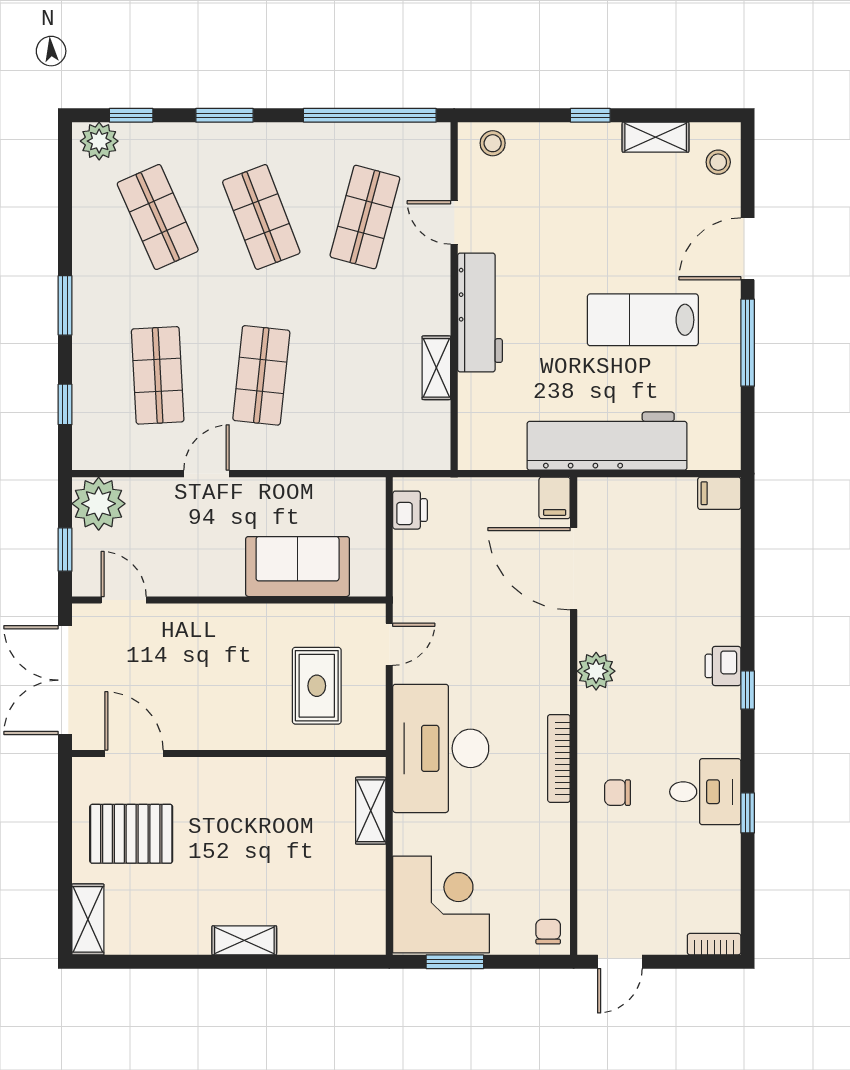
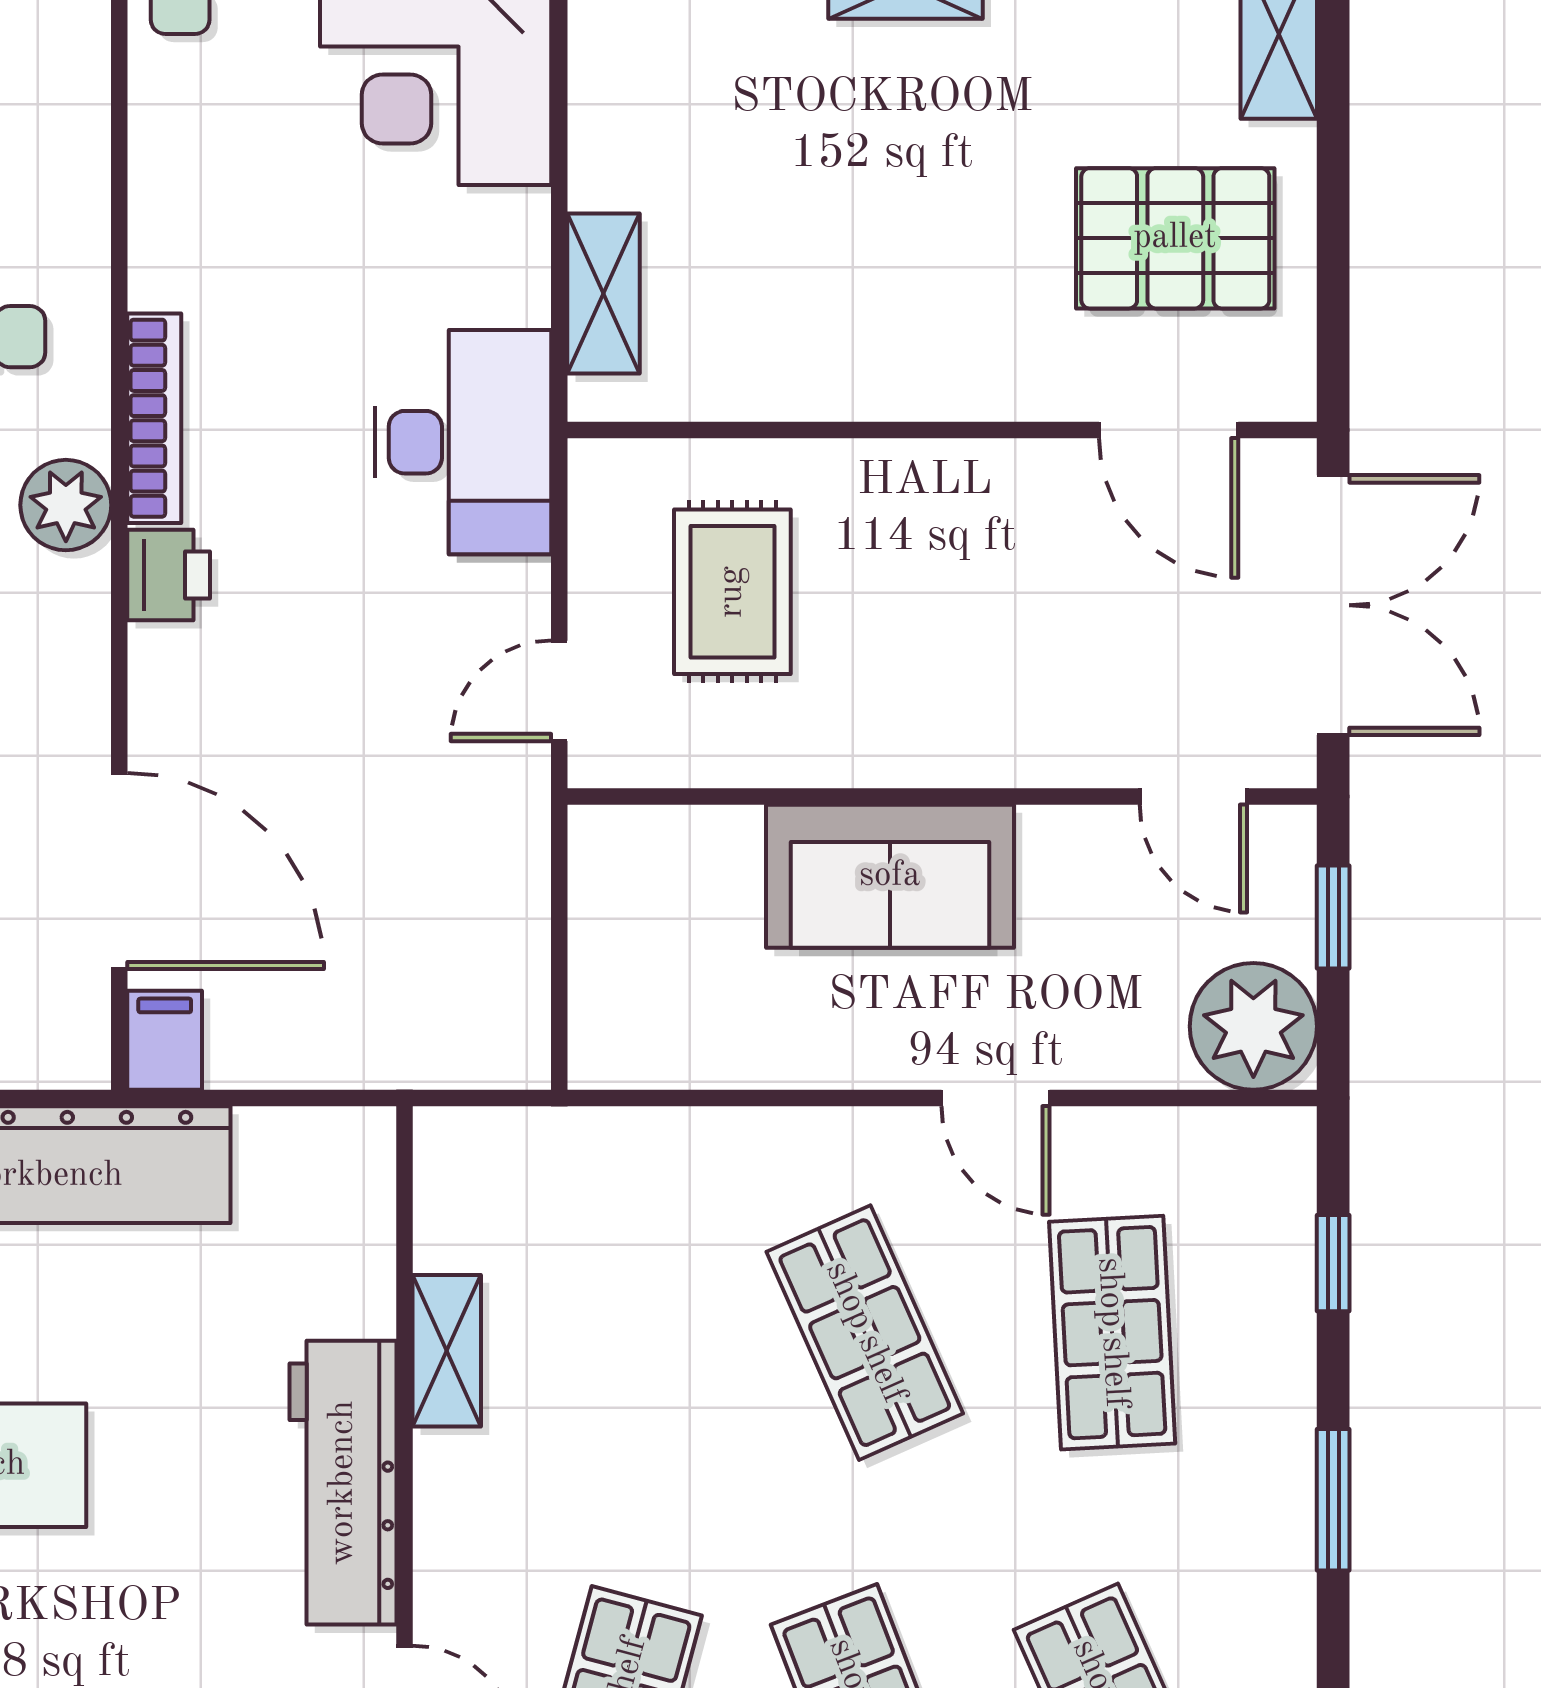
shop shelf: (261, 375) -> (865, 1333), turned -30
door: (207, 474) -> (996, 1098), hinge flipped
printer: (410, 510) -> (169, 575), moved, turned 180
sofa: (298, 567) -> (890, 876), moved
plant: (596, 671) -> (66, 505), moved
desk: (441, 748) -> (463, 442), width x0.73, depth x0.77

